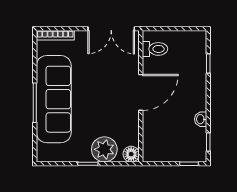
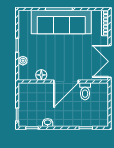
toilet: (155, 49) -> (85, 91), moved
door: (141, 92) -> (66, 82), hinge flipped
plant: (104, 149) -> (23, 61), width x0.53, depth x0.53
floor lamp: (131, 154) -> (41, 75), moved

